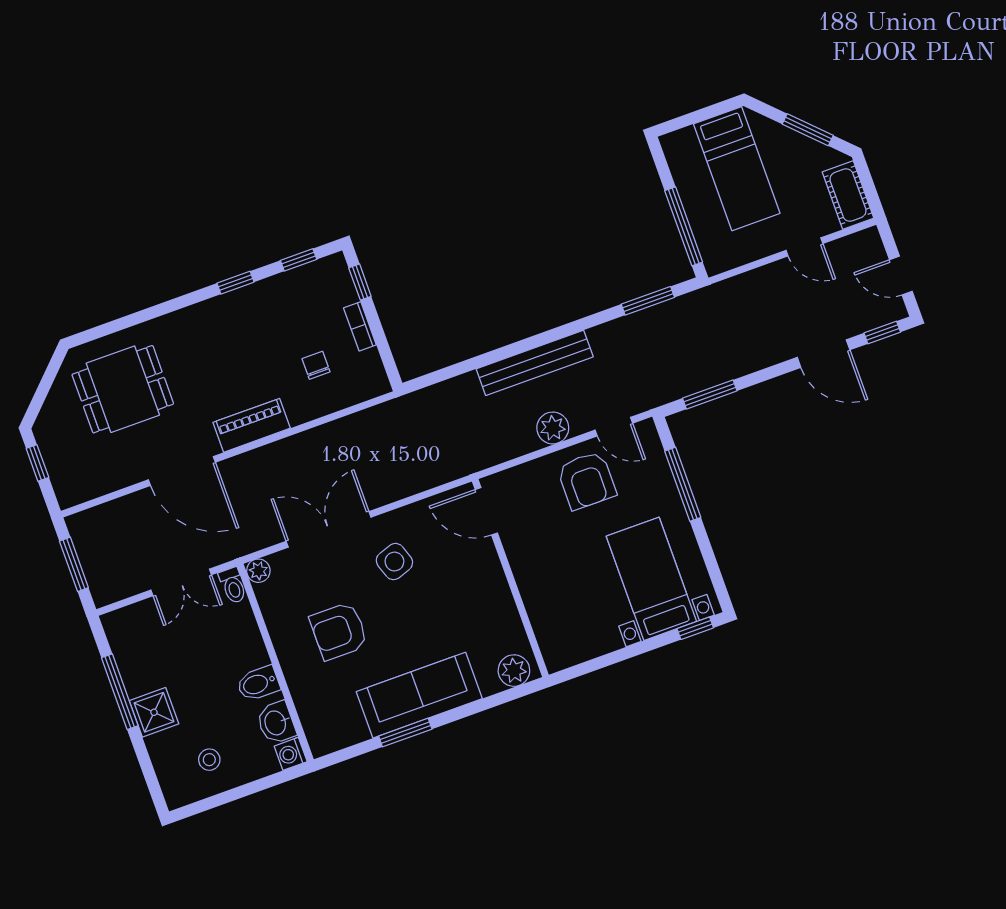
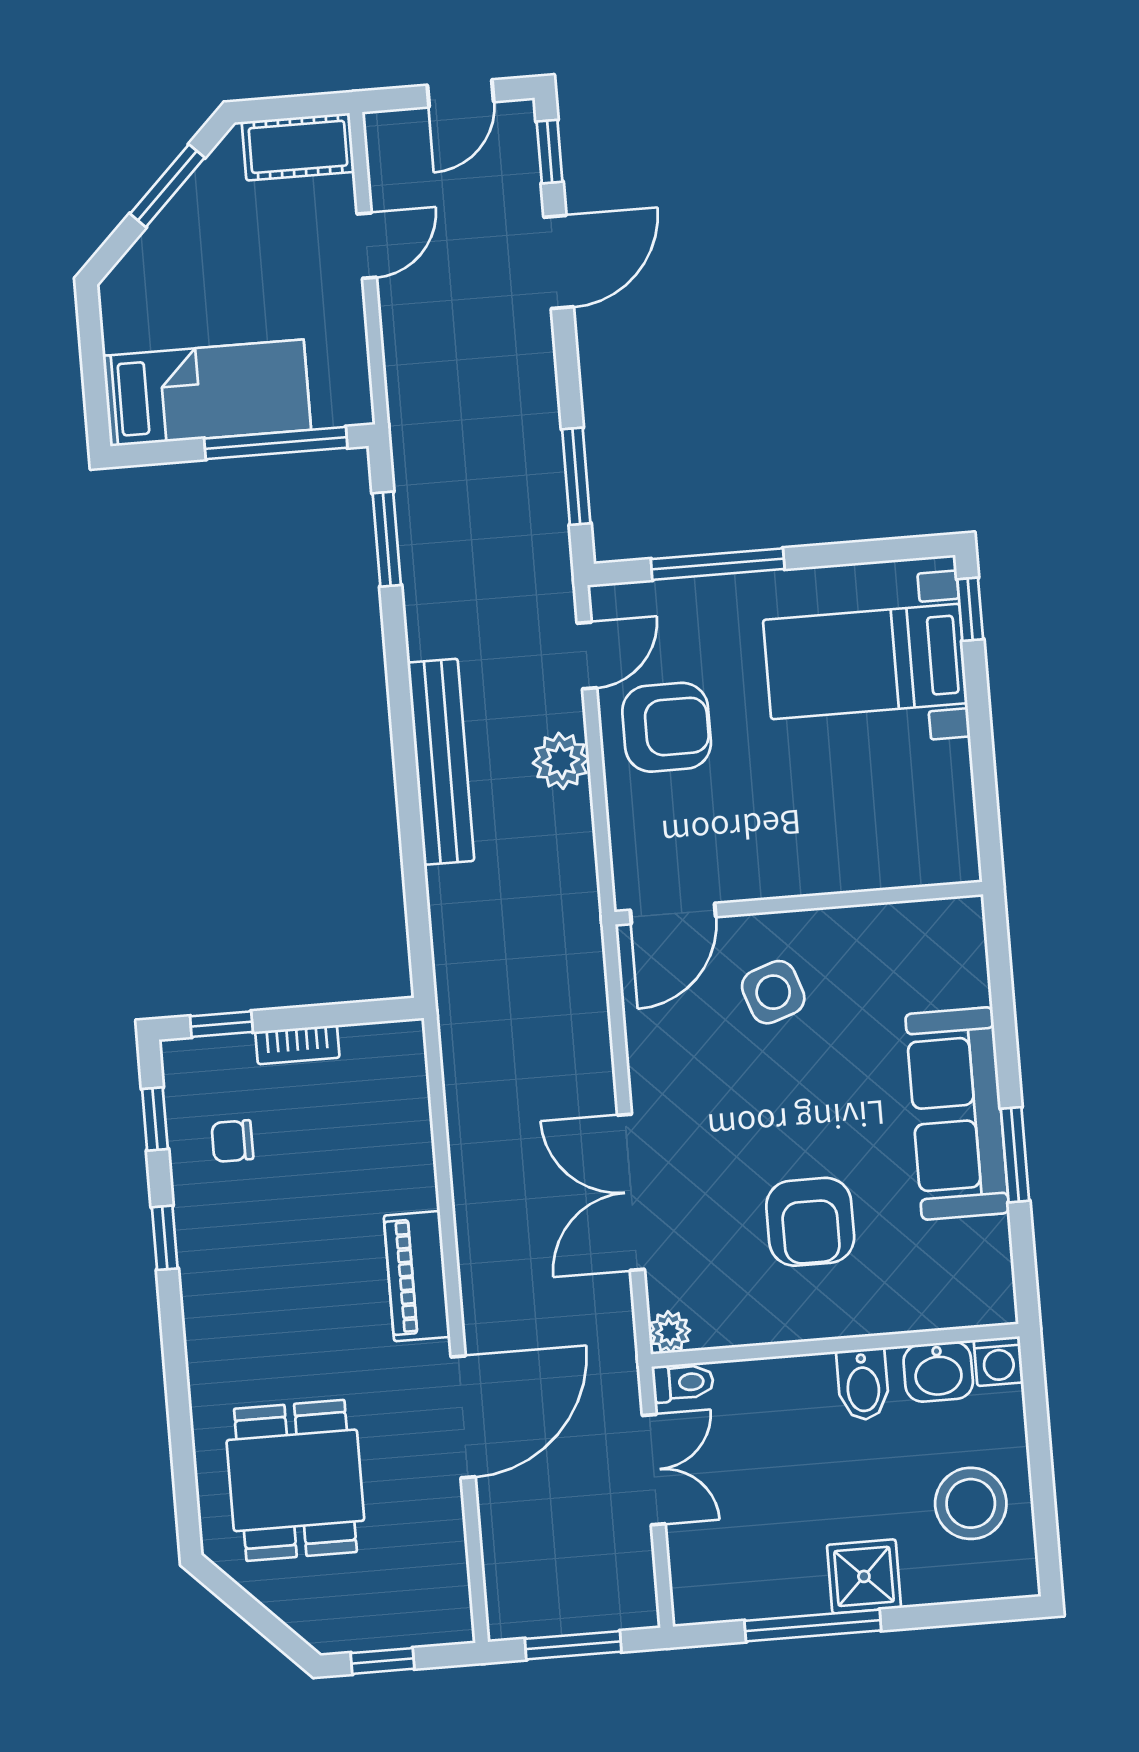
bed: (737, 169) -> (207, 393), moved
chair: (316, 365) -> (232, 1141), moved
side table: (394, 562) -> (773, 992), moved
plant: (514, 671) -> (959, 940), removed
stool: (209, 760) -> (971, 1503), width x1.89, depth x1.89

